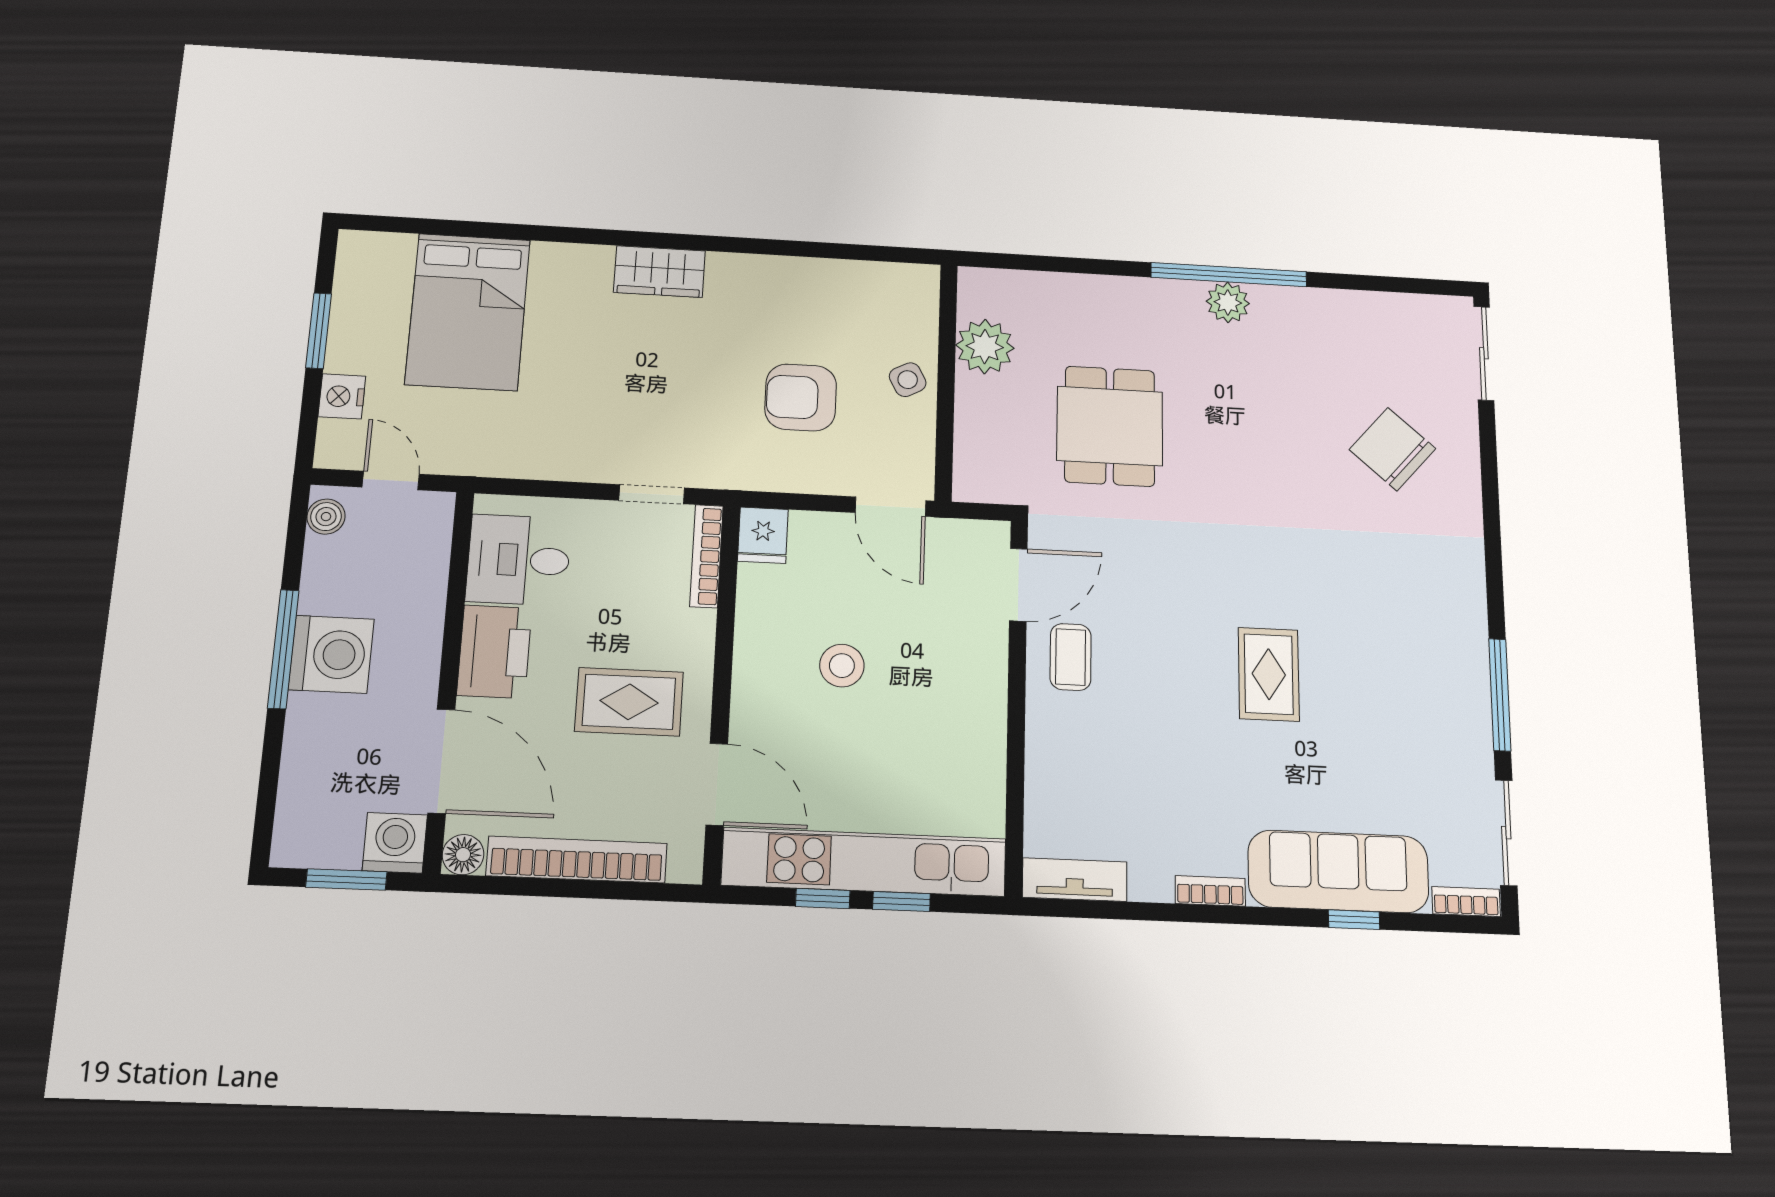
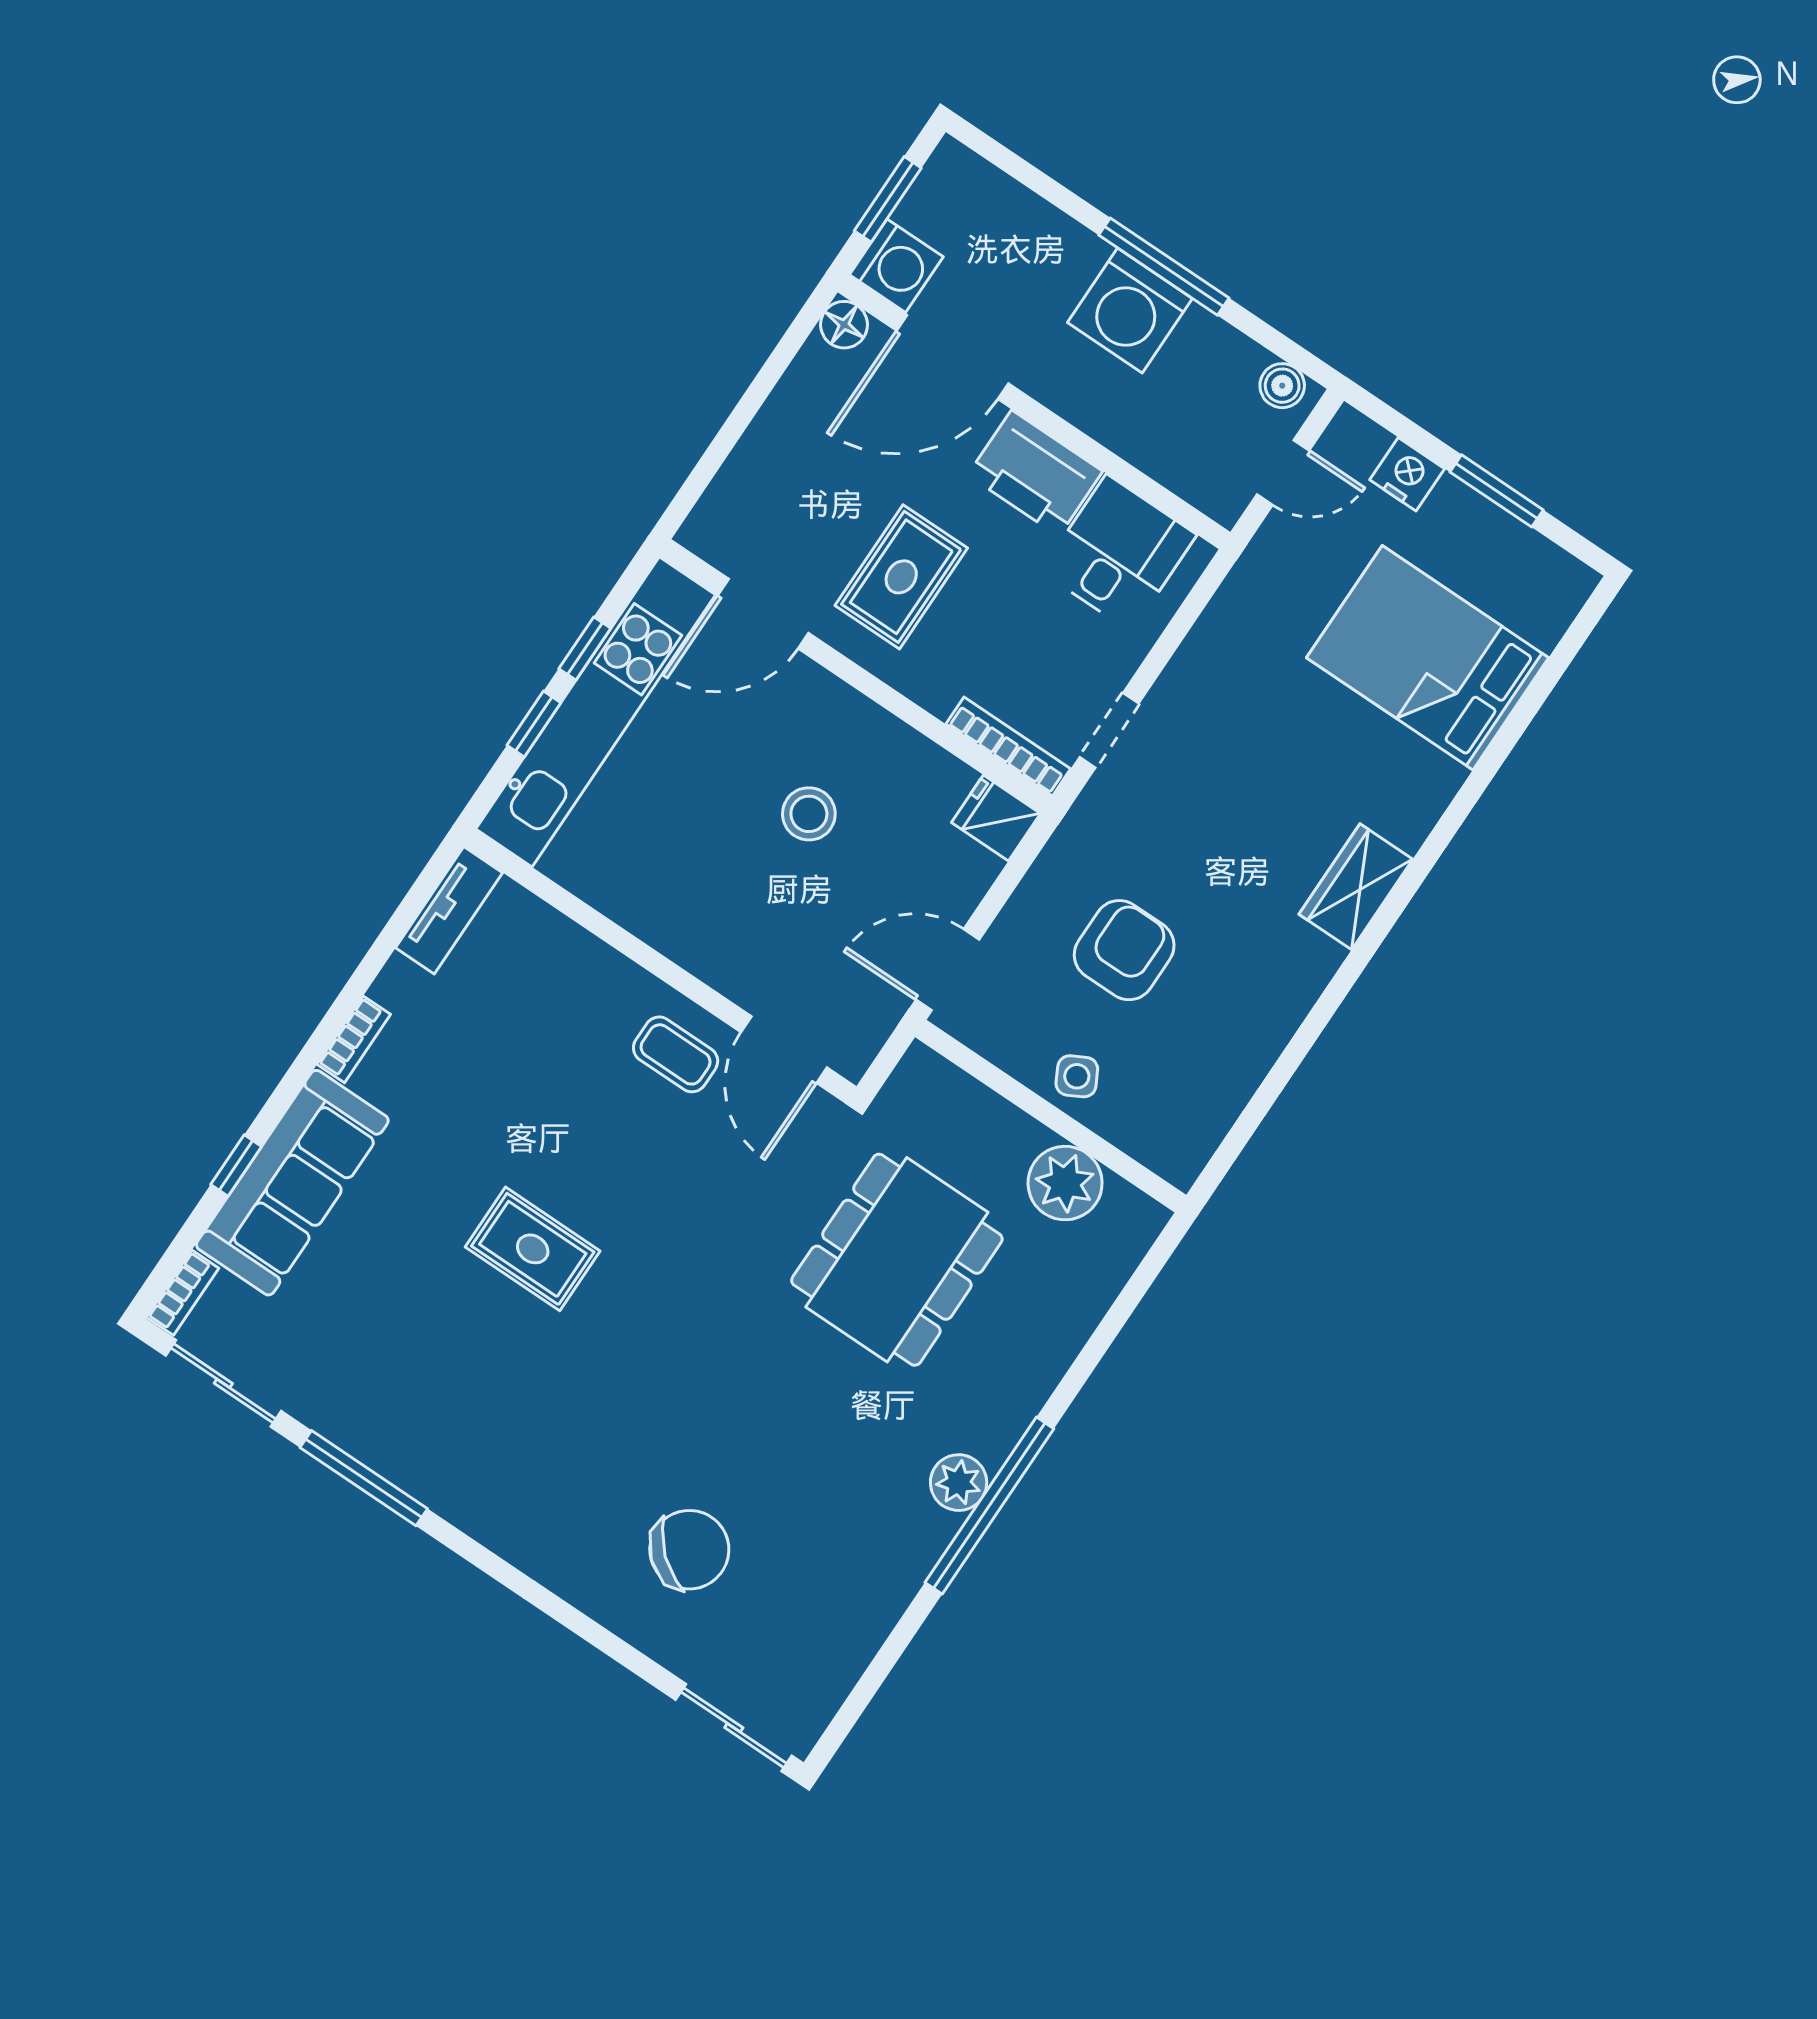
dining table: (1110, 426) -> (897, 1260), width x1.38
bookcase: (577, 860) -> (771, 432), removed

